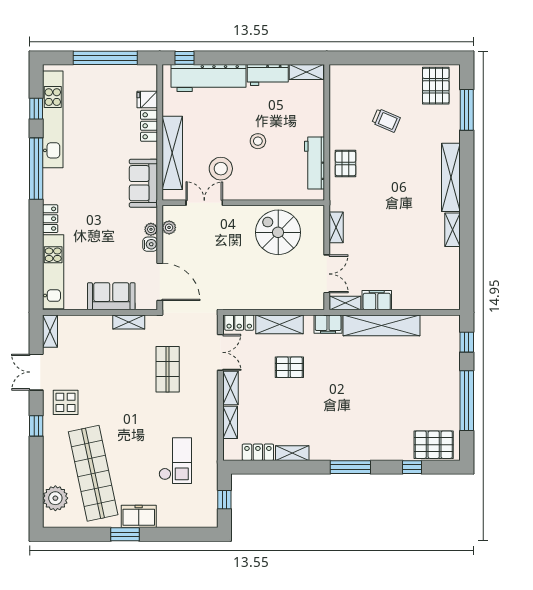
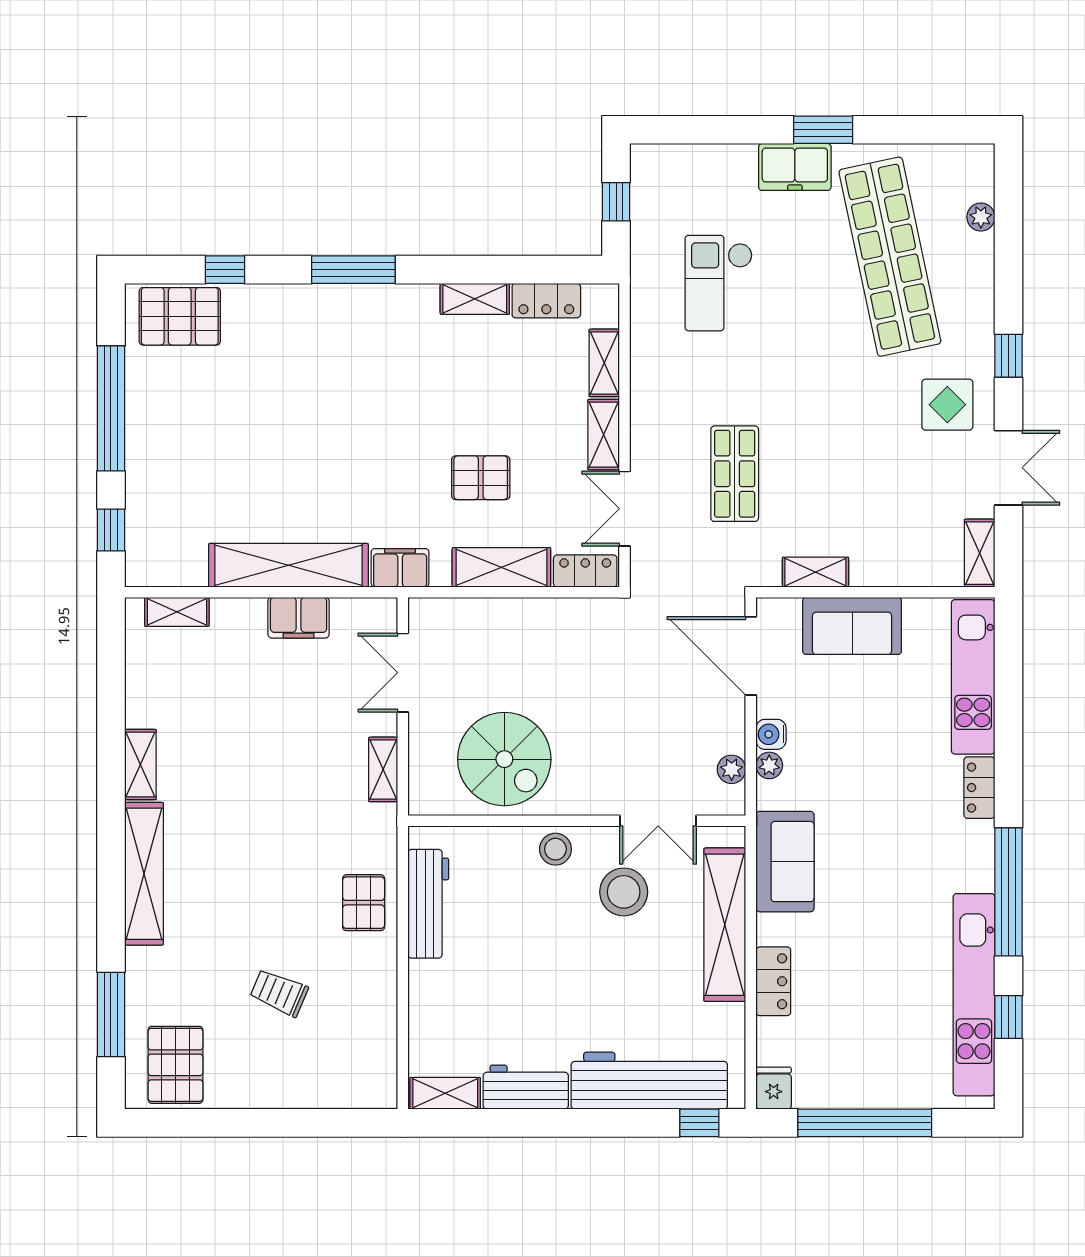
fridge: (147, 100) -> (774, 1088), moved, turned -90
stool: (258, 141) -> (555, 849), moved
shelving: (345, 303) -> (177, 612), moved
plant: (55, 498) -> (981, 217), width x0.53, depth x0.53

